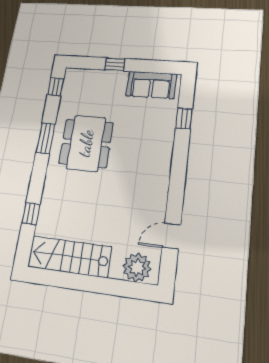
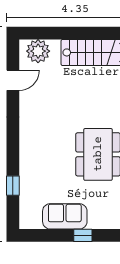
sofa: (151, 85) -> (65, 216), moved

